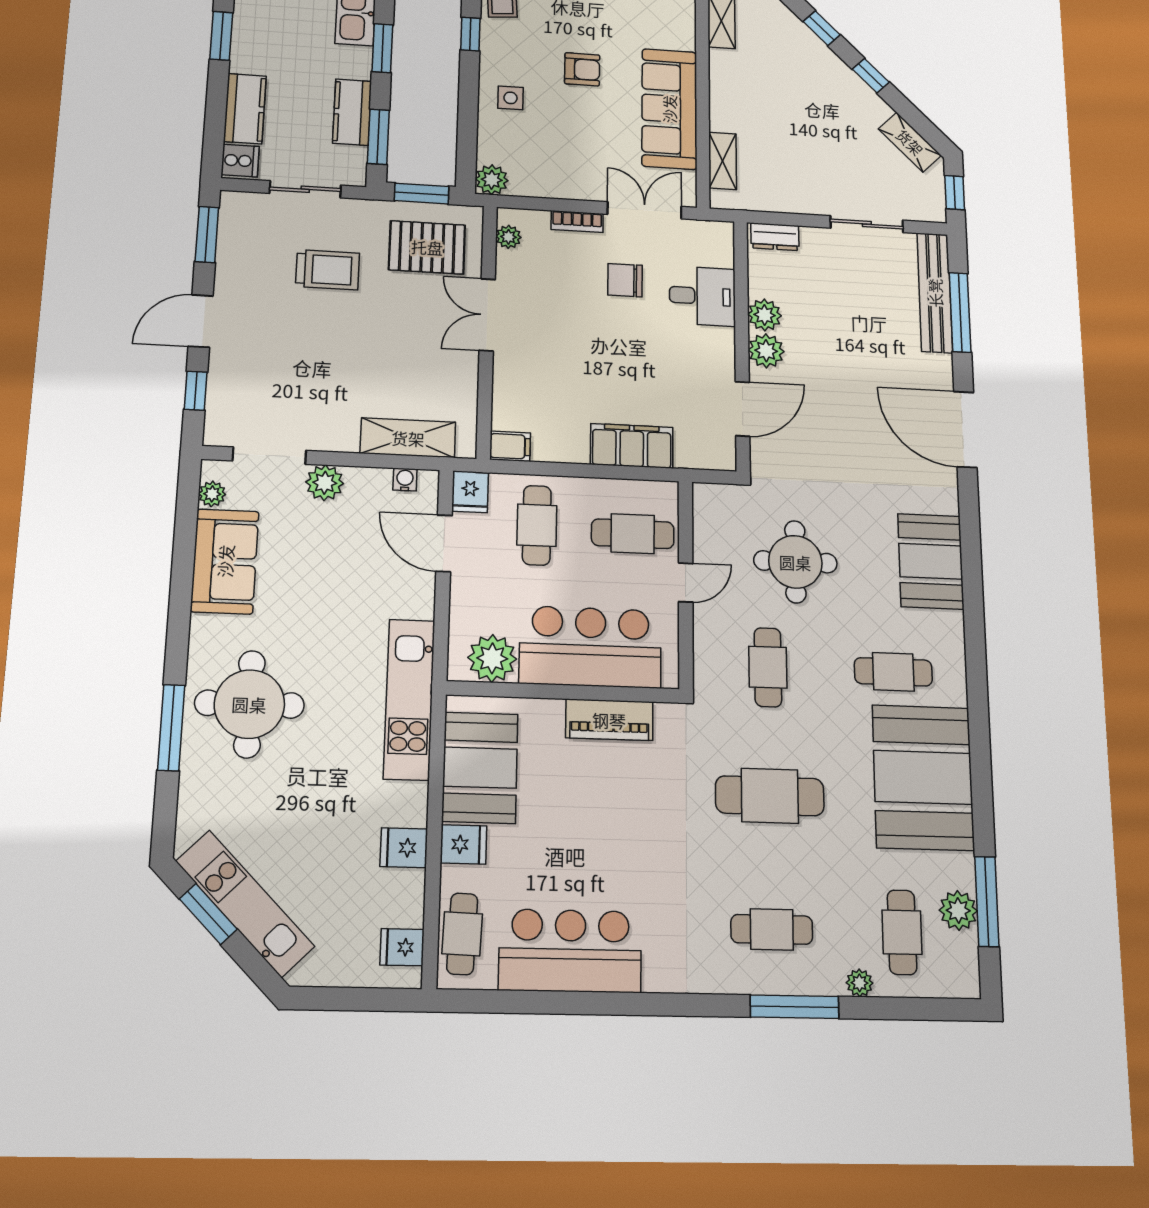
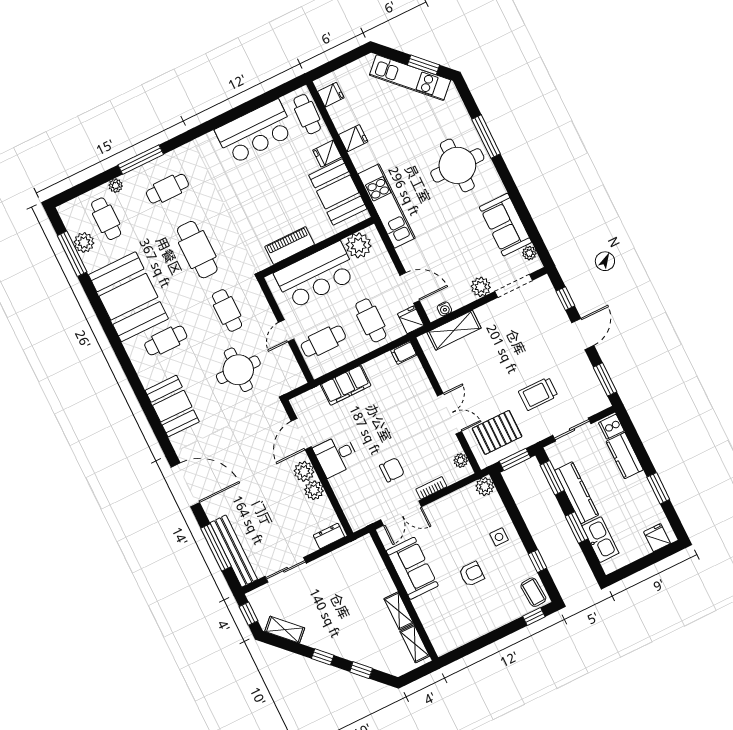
armchair: (582, 69) -> (472, 574), turned 180
sofa: (669, 109) -> (412, 568), width x0.73
kitchen counter: (352, 112) -> (577, 493), width x1.50
shelving: (723, 161) -> (399, 611), moved
desk: (702, 296) -> (336, 455), moved
cafe table: (770, 796) -> (197, 250), turned 90

